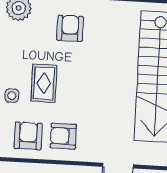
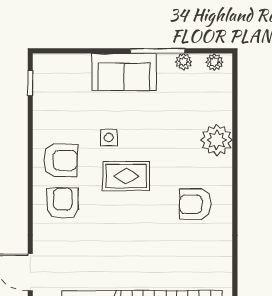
armchair: (70, 28) -> (195, 204), turned 180

